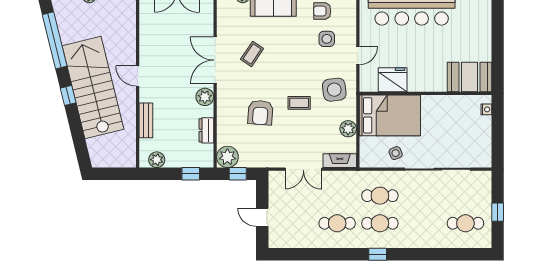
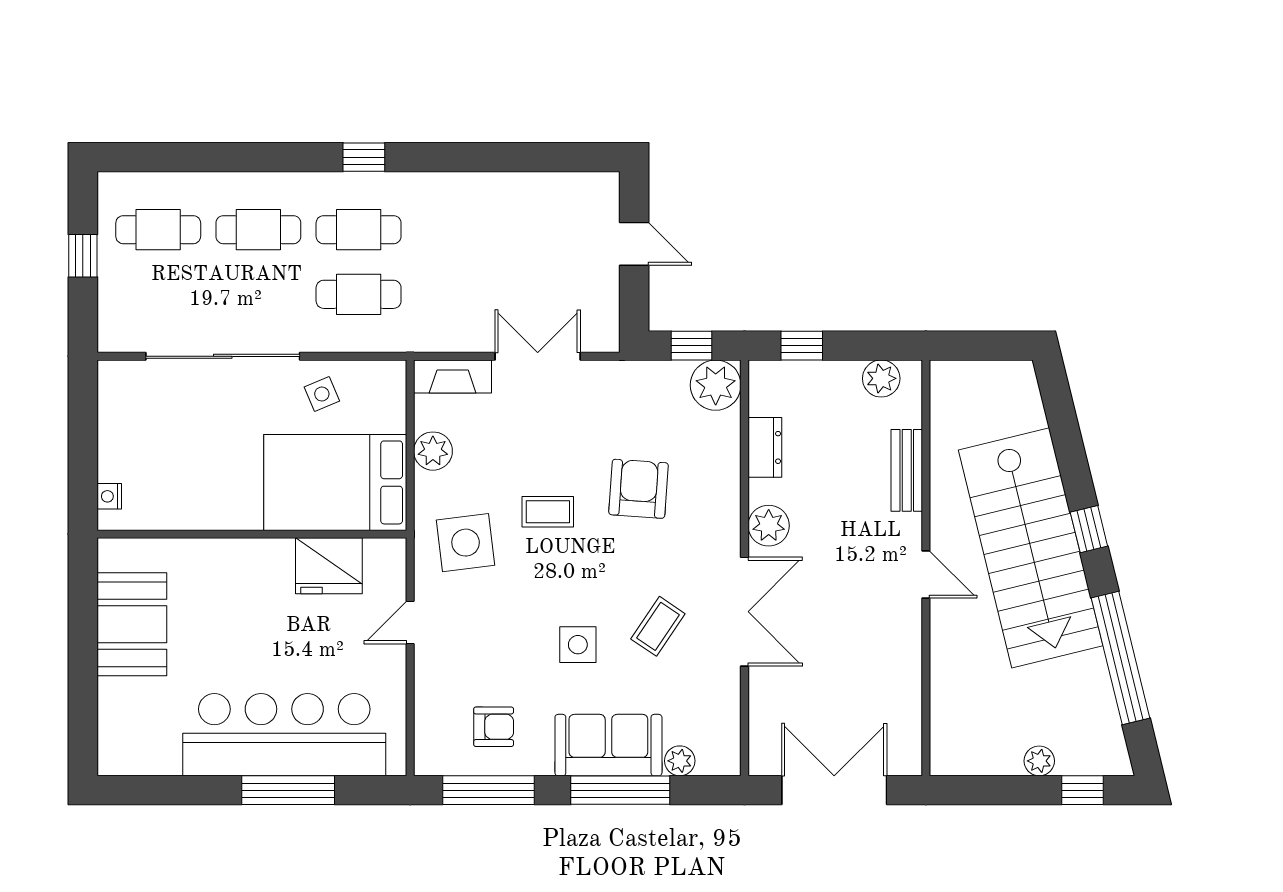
side table: (327, 39) -> (578, 645), moved
booth: (469, 77) -> (132, 624), moved, turned 90
cafe table: (337, 223) -> (258, 230), moved

